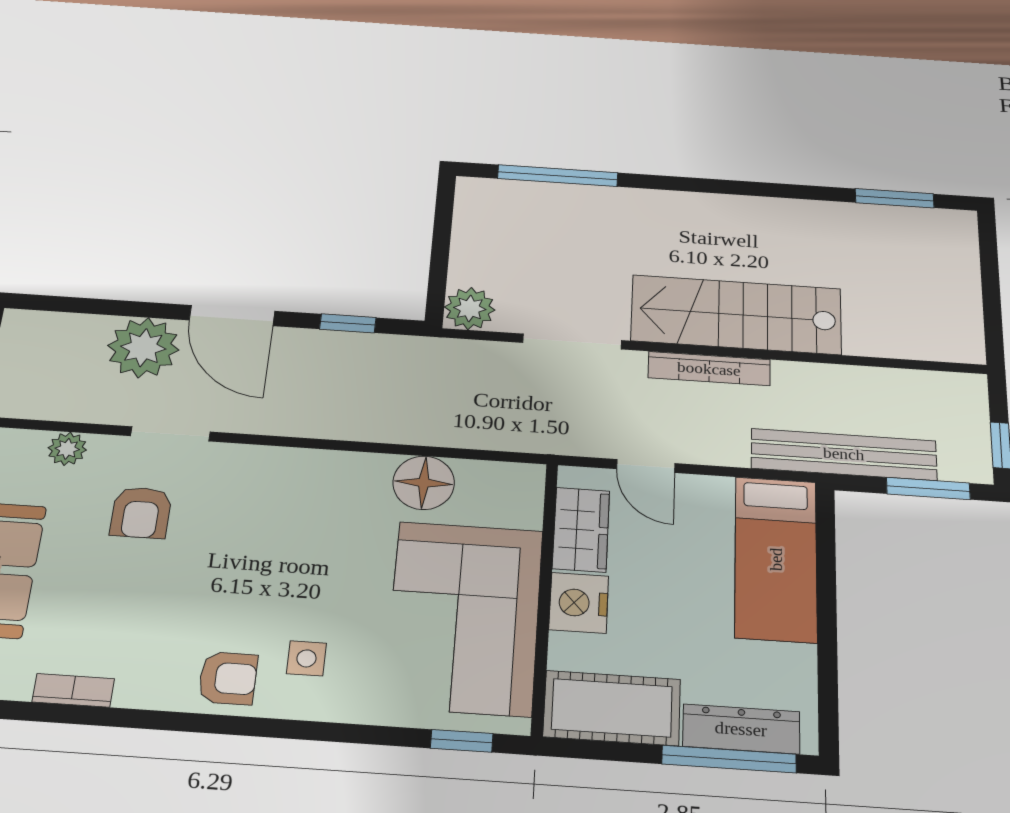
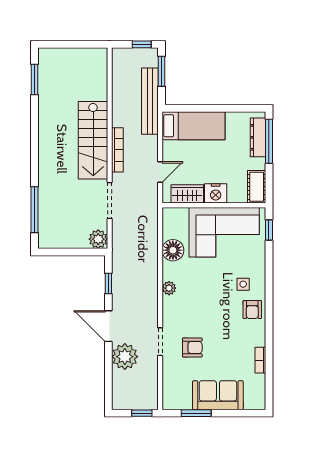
door: (232, 316) -> (108, 326), swing flipped
plant: (67, 449) -> (169, 288), moved
armchair: (228, 678) -> (252, 310), turned 180
cot: (612, 708) -> (257, 187), width x0.73, depth x0.75

